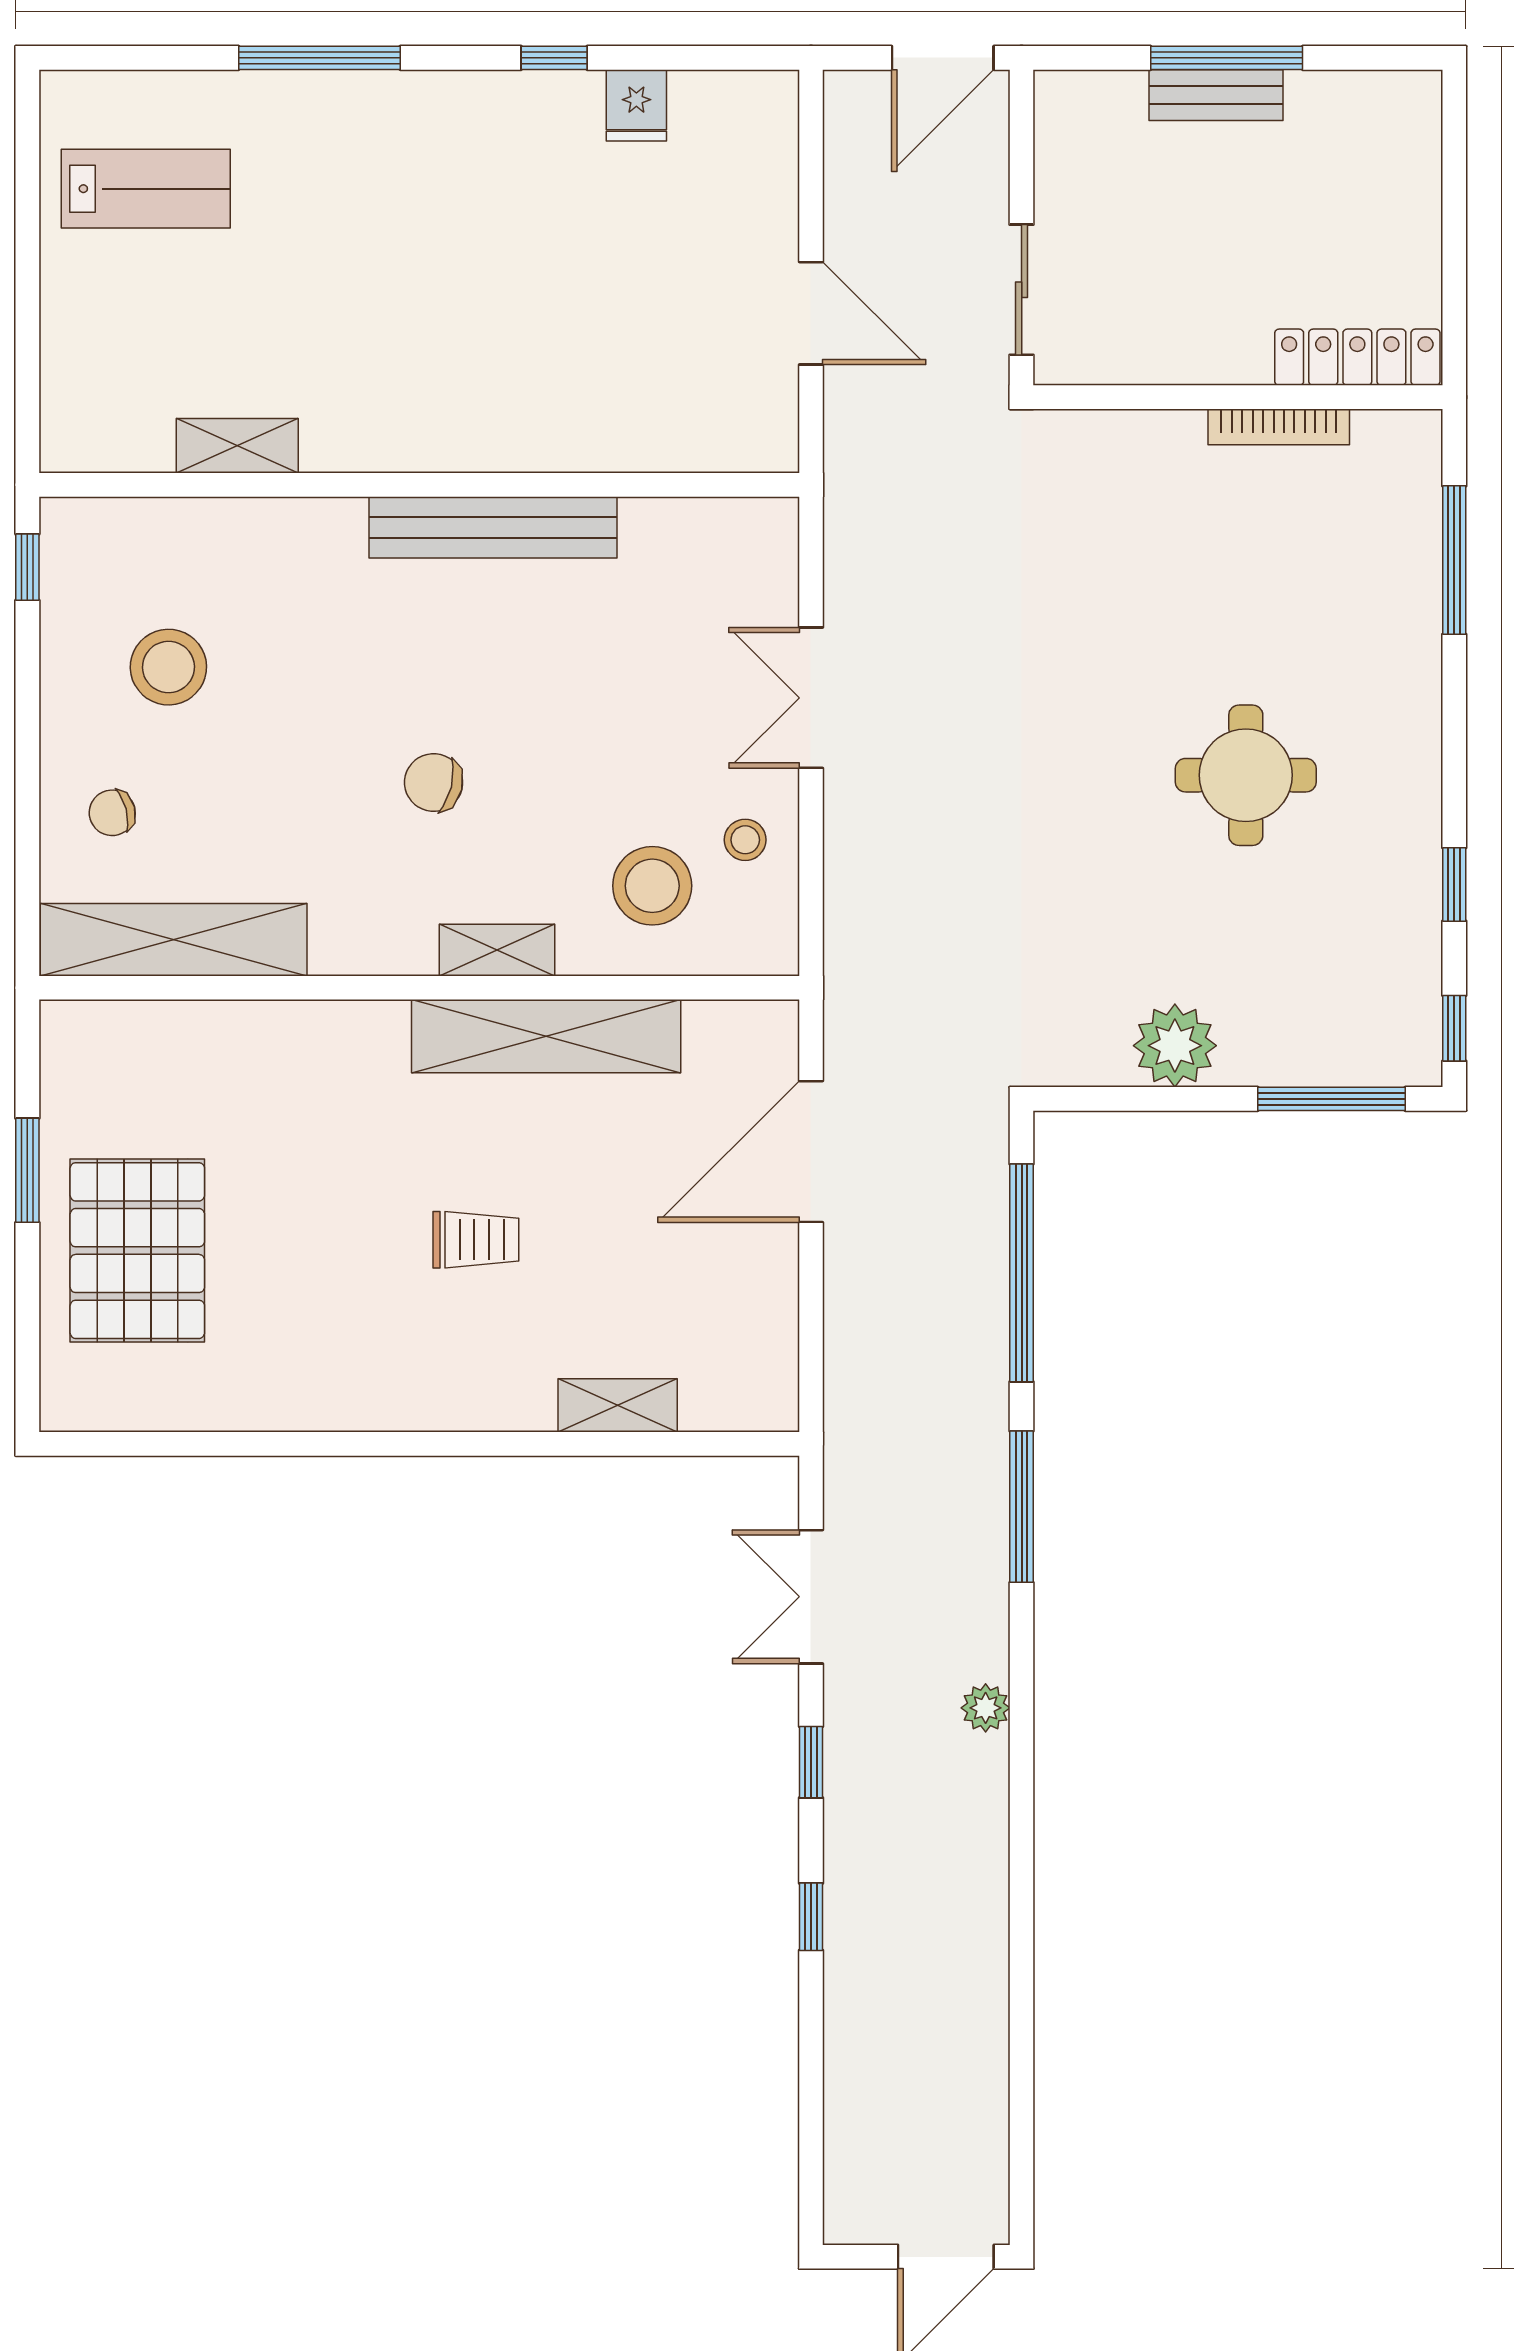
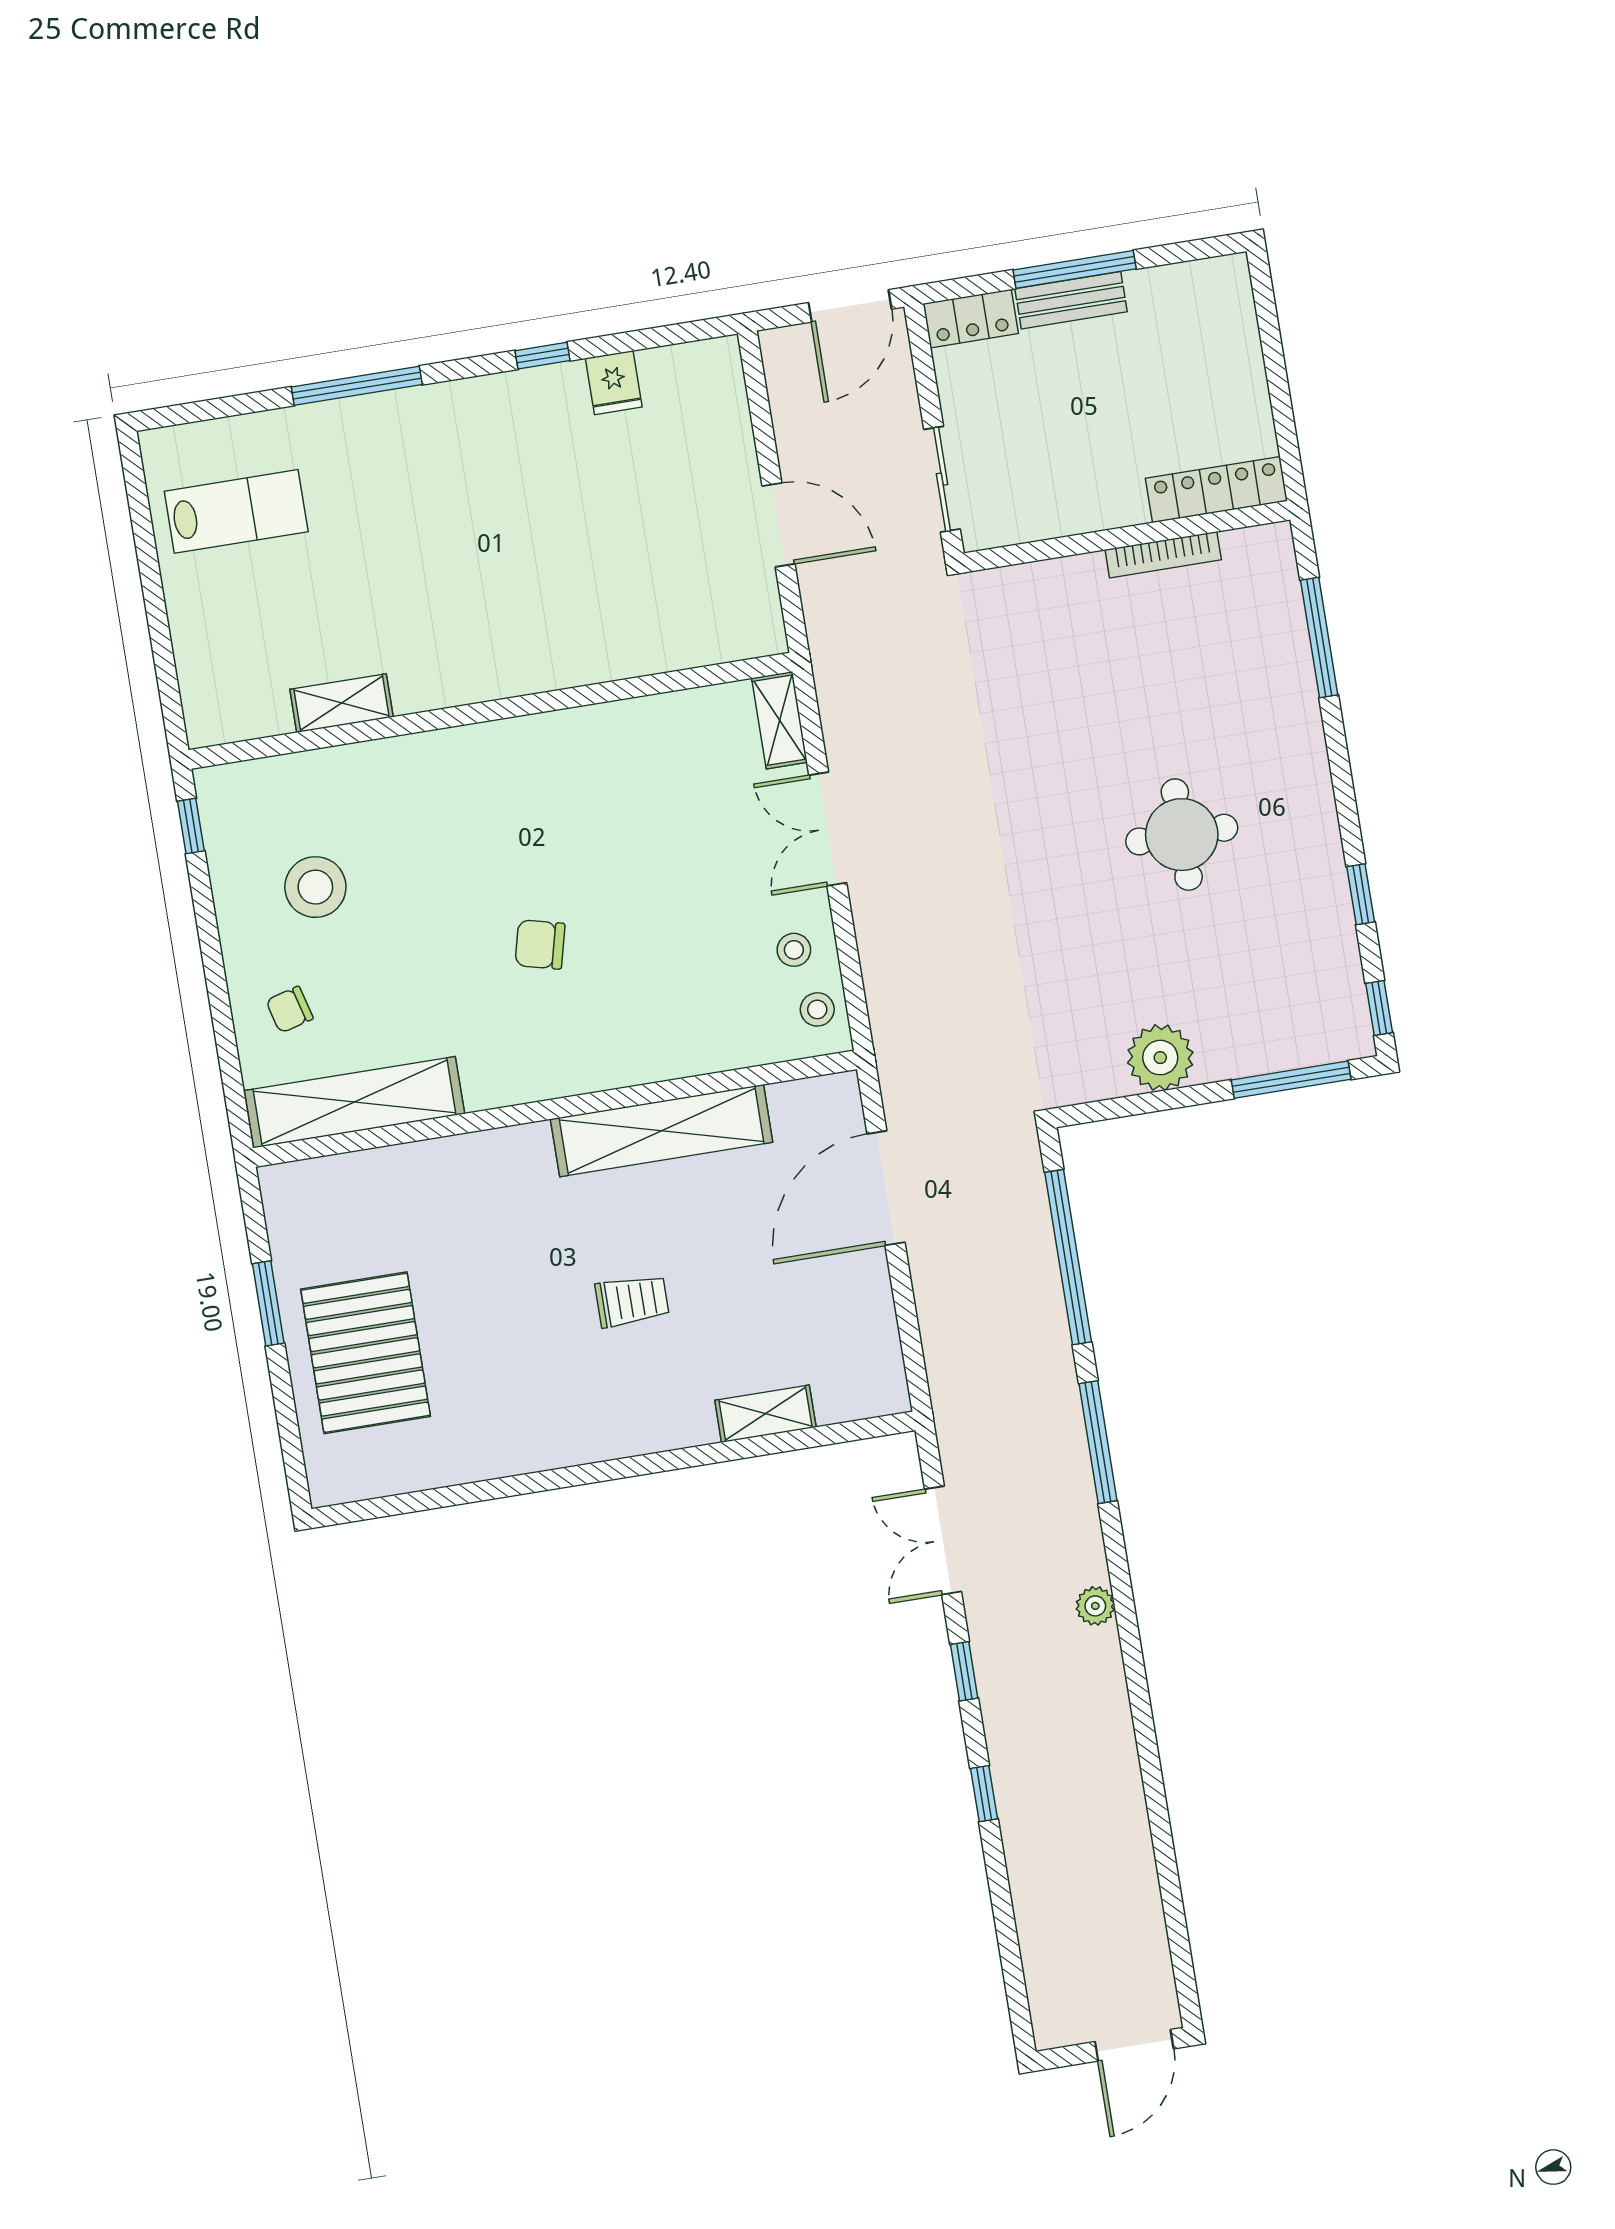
locker: (1089, 98) -> (971, 319), added
bench: (493, 527) -> (554, 735), removed
stool: (652, 886) -> (817, 1009), moved, width x0.53, depth x0.53
shelving: (497, 950) -> (780, 720), moved, turned 90

